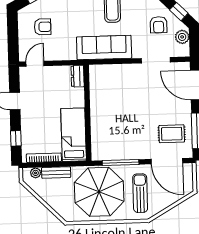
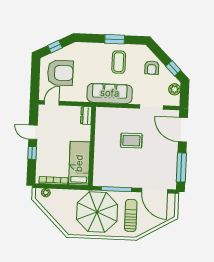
armchair: (159, 25) -> (152, 68), moved
armchair: (43, 27) -> (60, 73), width x1.88, depth x1.88
rug: (172, 134) -> (131, 141), moved
window: (16, 138) -> (32, 153), moved
bench: (56, 172) -> (63, 194), removed

